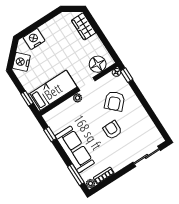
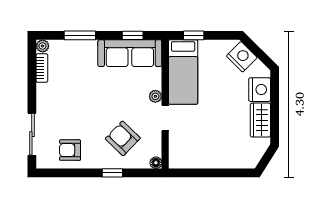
wardrobe: (84, 27) -> (260, 120), moved, turned -90
floor lamp: (98, 64) -> (180, 146), removed
window: (127, 75) -> (112, 173), moved
armchair: (112, 130) -> (70, 150), moved, turned 180
sofa: (75, 150) -> (130, 53), moved
window: (76, 175) -> (80, 35), moved

